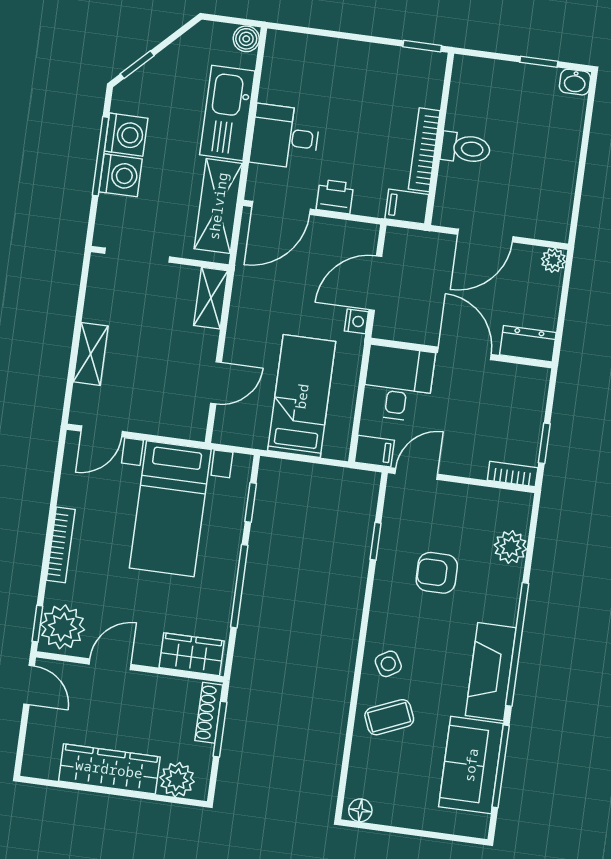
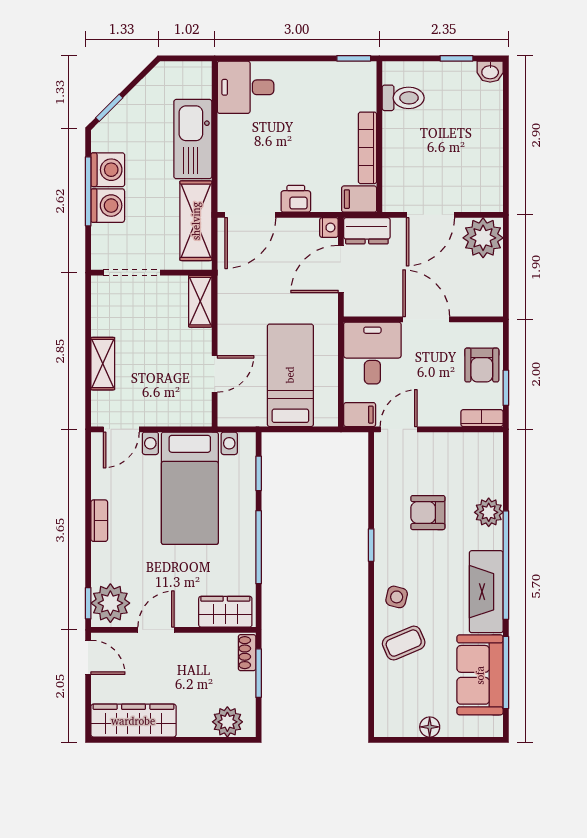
boiler: (246, 39) -> (201, 73), removed
desk: (285, 137) -> (246, 87), moved
toilet: (466, 148) -> (403, 98), moved
plant: (553, 260) -> (483, 238), width x1.88, depth x1.88
nightstand: (356, 321) -> (329, 228), moved
dresser: (528, 344) -> (367, 231), moved, turned 180
armchair: (521, 414) -> (482, 365), added
window: (375, 541) -> (371, 545), moved
bookcase: (61, 545) -> (99, 521), width x0.64
plant: (510, 547) -> (489, 512), moved
side table: (388, 664) -> (397, 597), turned 45
shoe rack: (209, 713) -> (247, 653), width x0.70
wardrobe: (109, 769) -> (133, 721), moved
floor lamp: (360, 810) -> (430, 727), moved

